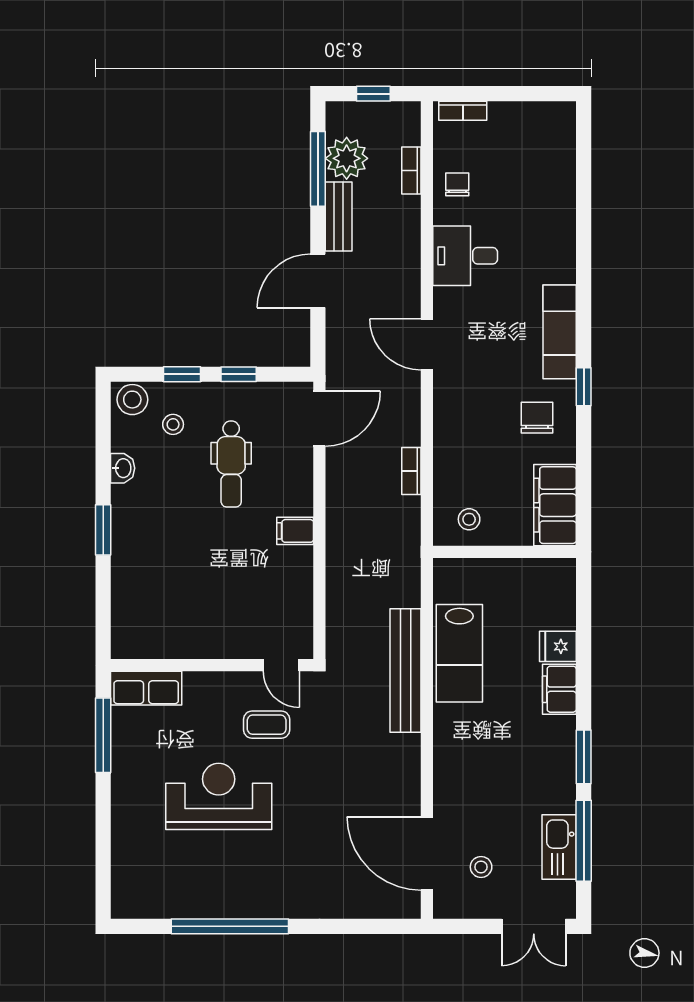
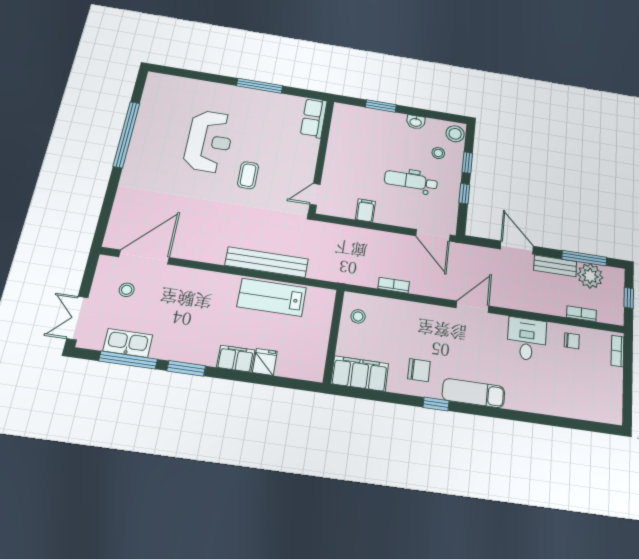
wall: (212, 665) -> (321, 156), moved
door: (281, 665) -> (315, 194), moved
row of seats: (146, 688) -> (314, 118), moved

